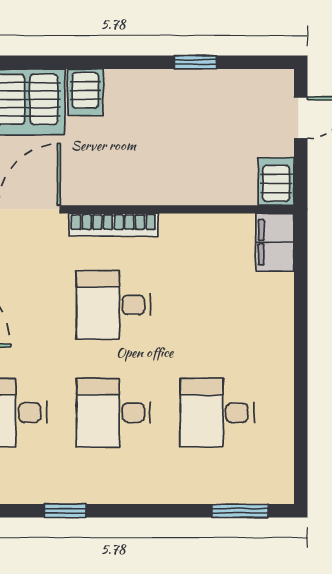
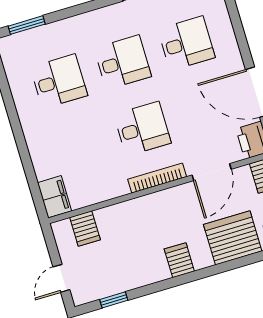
window: (195, 62) -> (114, 300), moved
server rack: (85, 92) -> (179, 260), moved
server rack: (276, 181) -> (85, 229), moved

